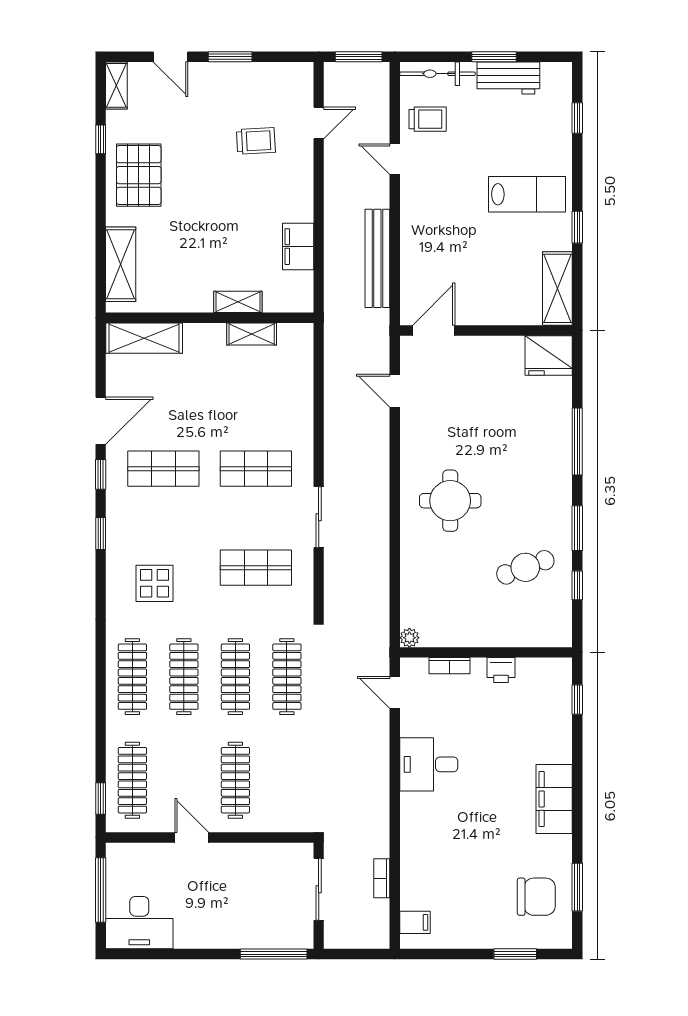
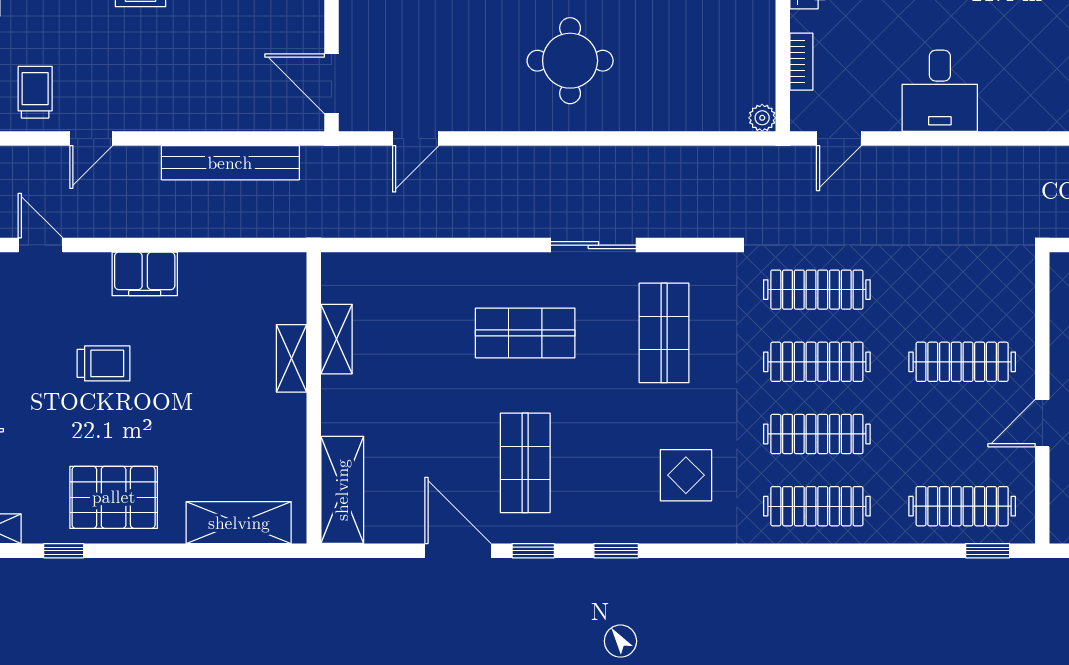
trolley: (256, 141) -> (104, 363), moved, turned 93
filing cabinet: (298, 247) -> (145, 274), moved
shop shelf: (256, 469) -> (525, 333), turned 90

